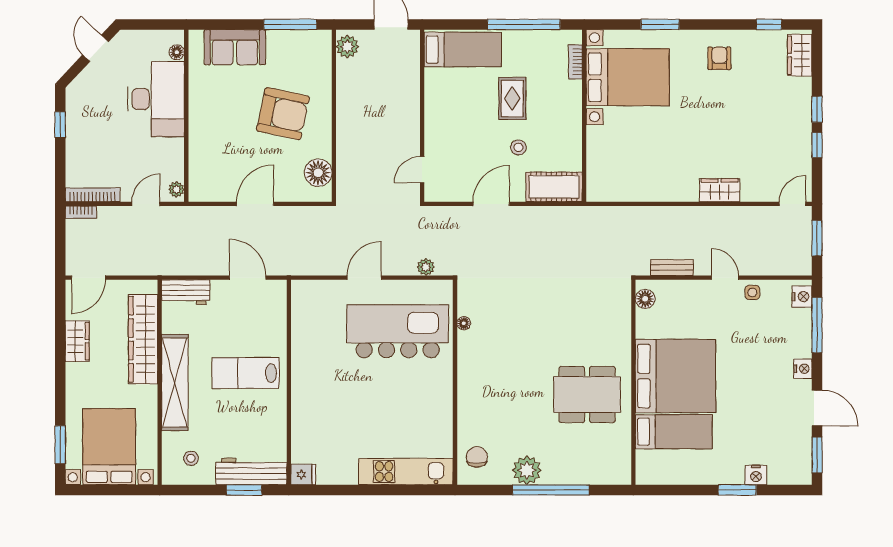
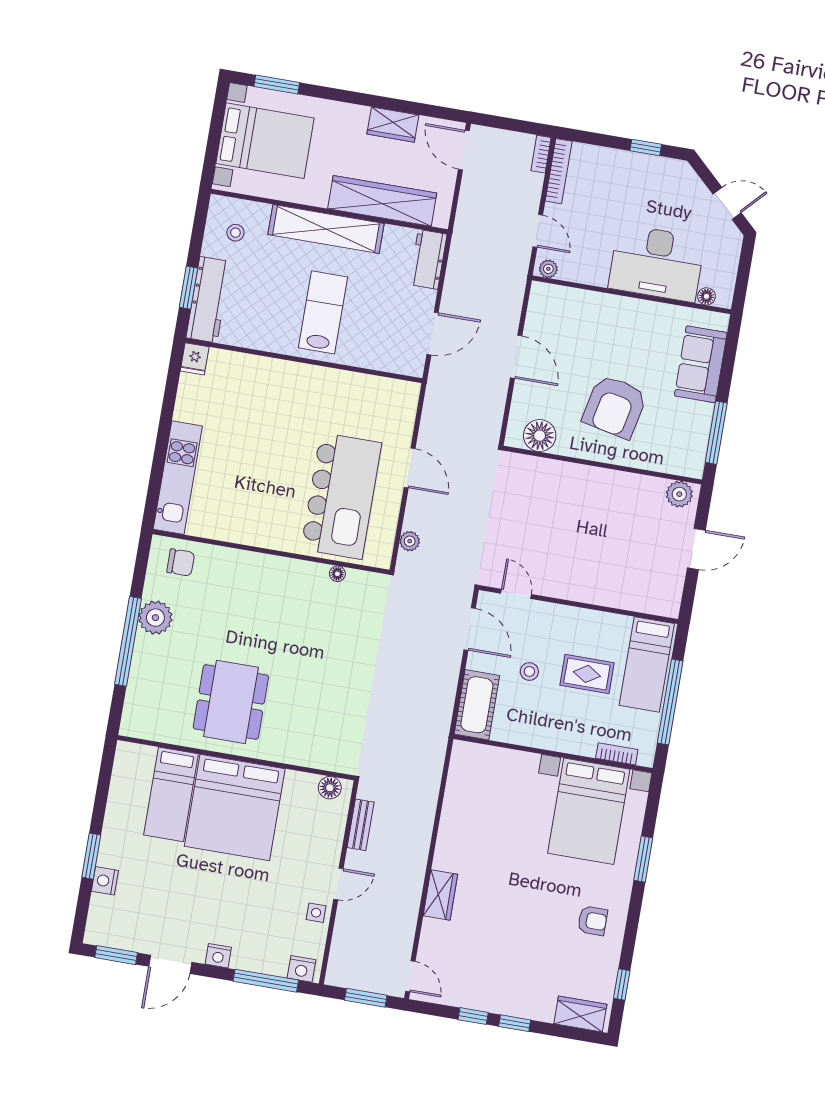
bed: (463, 50) -> (647, 664), moved
wall: (422, 116) -> (578, 605), moved
door: (422, 170) -> (516, 594), moved

